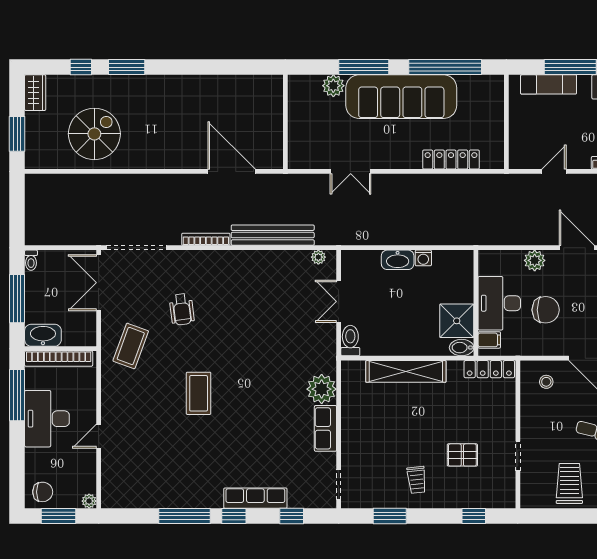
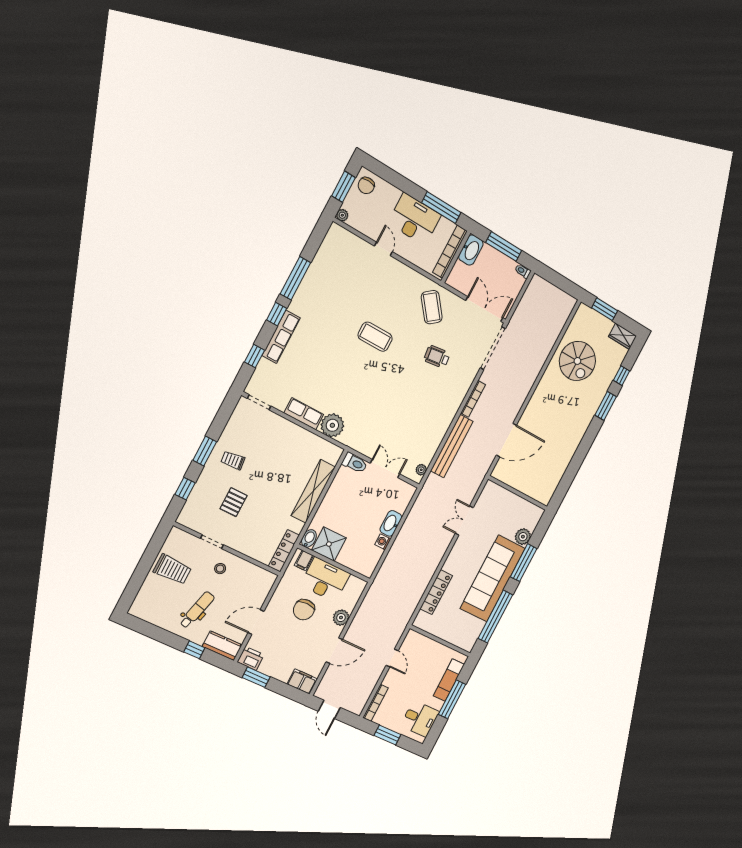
coffee table: (131, 346) -> (432, 307), turned 32
stool: (546, 382) -> (220, 569), moved
window: (390, 516) -> (205, 451), moved

